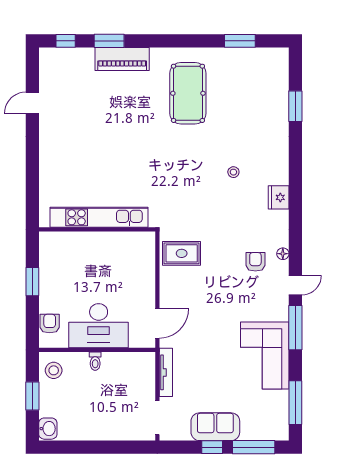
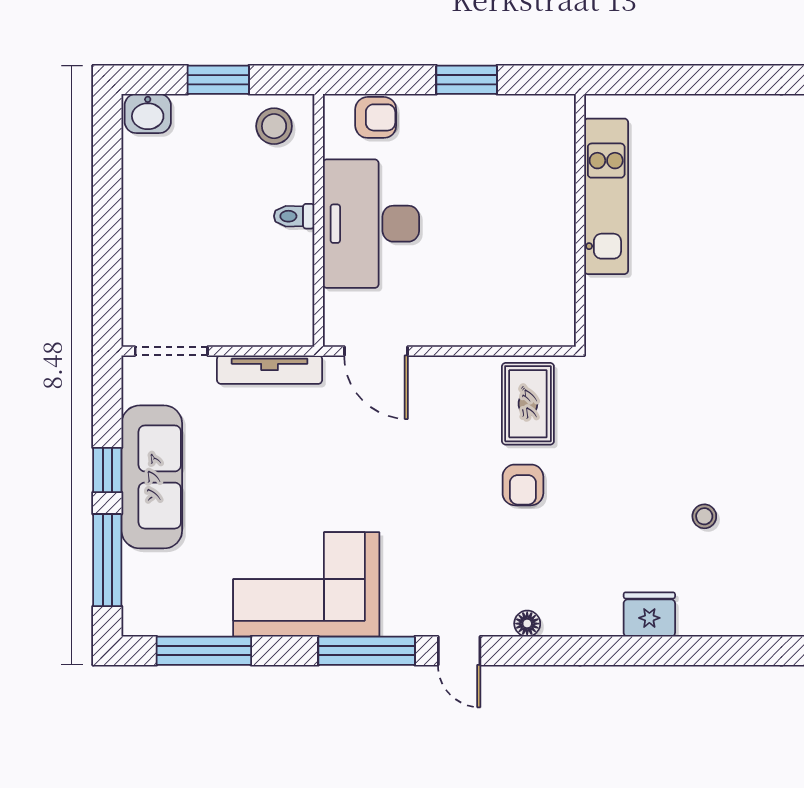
kitchen unit: (99, 217) -> (606, 196), width x0.73
armchair: (255, 262) -> (523, 485), moved, turned 90
sofa: (215, 427) -> (152, 477), width x1.36

